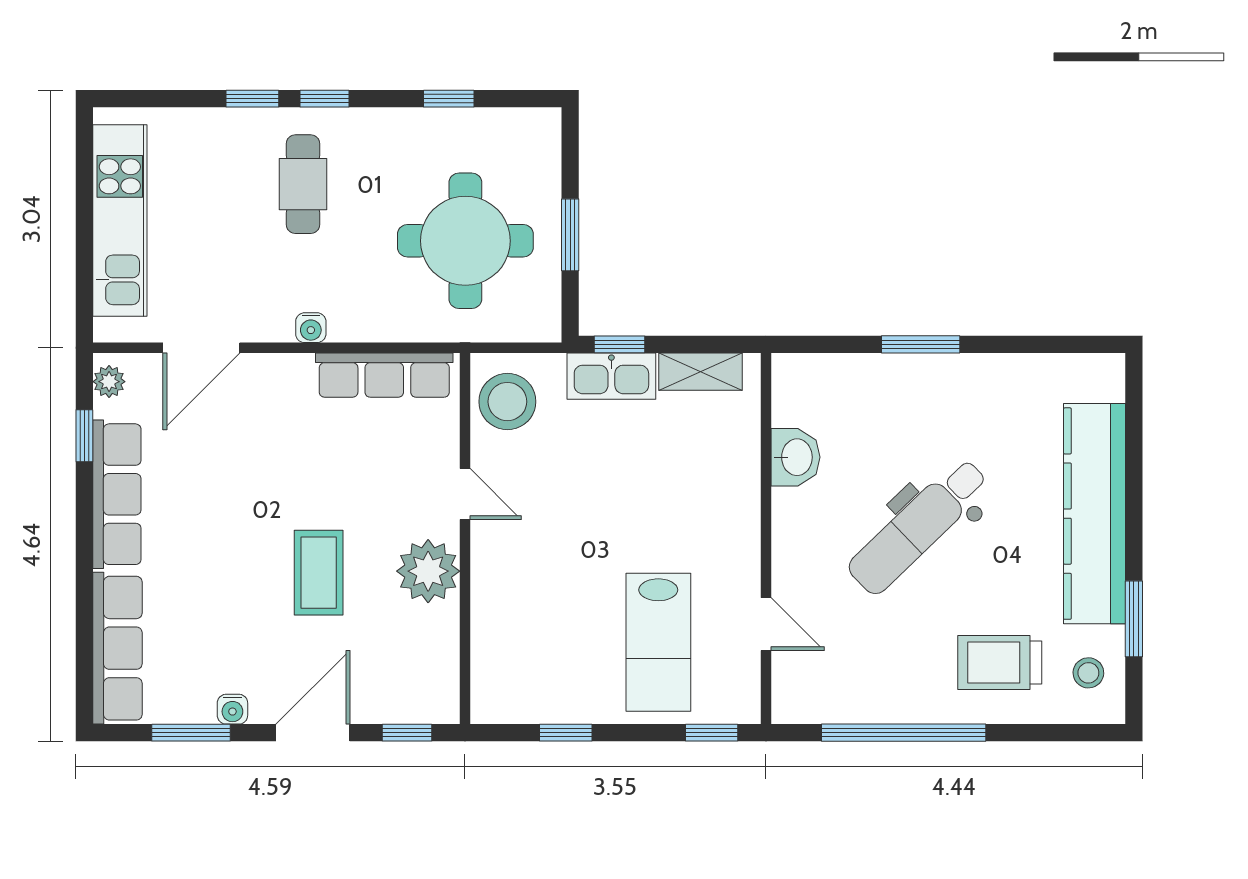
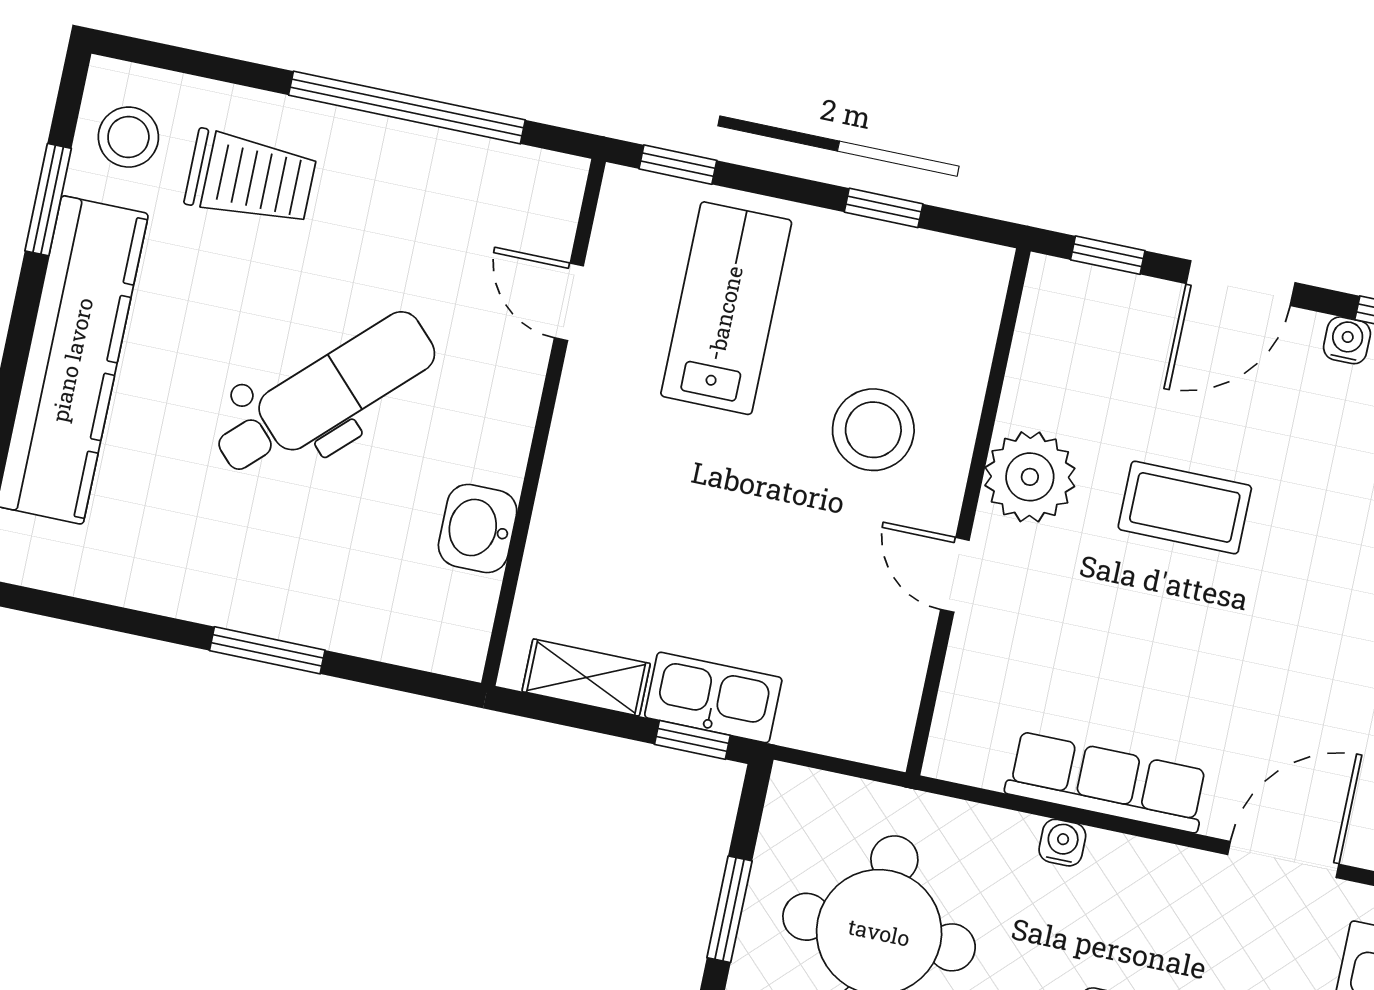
water cooler: (311, 328) -> (1062, 843), moved
row of seats: (384, 375) -> (1107, 782), moved
stool: (507, 402) -> (873, 430), moved
coffee table: (319, 573) -> (1185, 507), turned 90
stool: (1088, 673) -> (128, 137), width x1.37, depth x1.37

